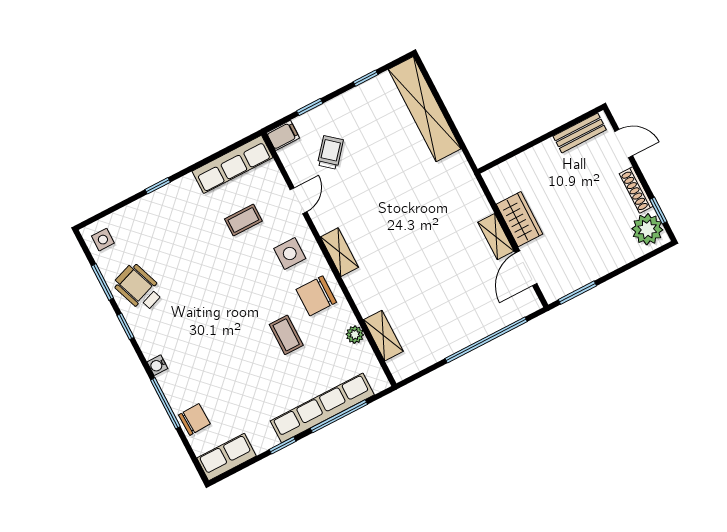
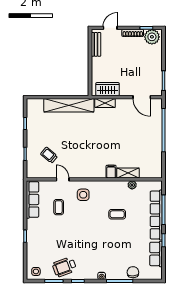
shelving: (425, 109) -> (69, 105), moved
filing cabinet: (283, 135) -> (111, 172), moved
wardrobe: (519, 219) -> (107, 89), moved
shelving: (496, 237) -> (105, 103), moved
shelving: (340, 252) -> (94, 173), removed
chair: (316, 296) -> (107, 193), removed
shelving: (383, 336) -> (128, 173), moved
row of seats: (227, 457) -> (156, 254), moved

